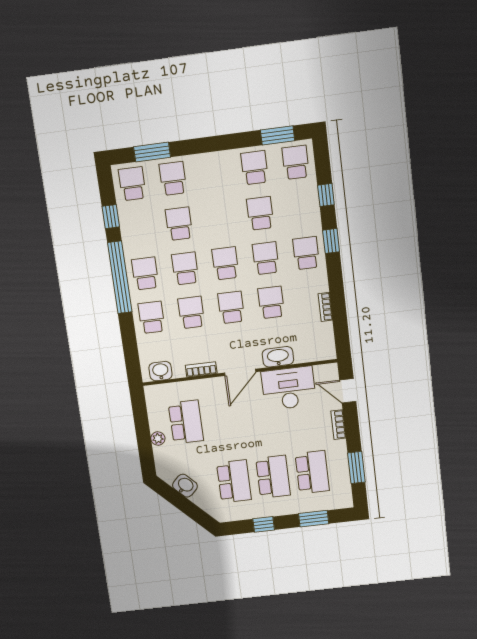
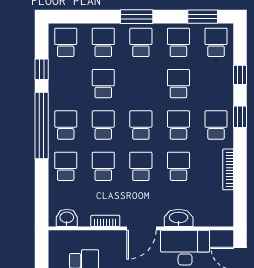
window: (152, 152) -> (137, 17), moved
school desk: (214, 173) -> (141, 42), added
bookcase: (325, 307) -> (228, 169), width x1.56

